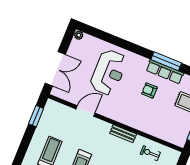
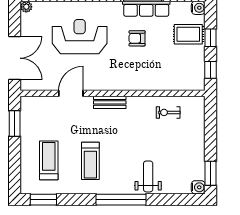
reception desk: (109, 72) -> (80, 37), turned -90
bench: (123, 134) -> (110, 102), moved

